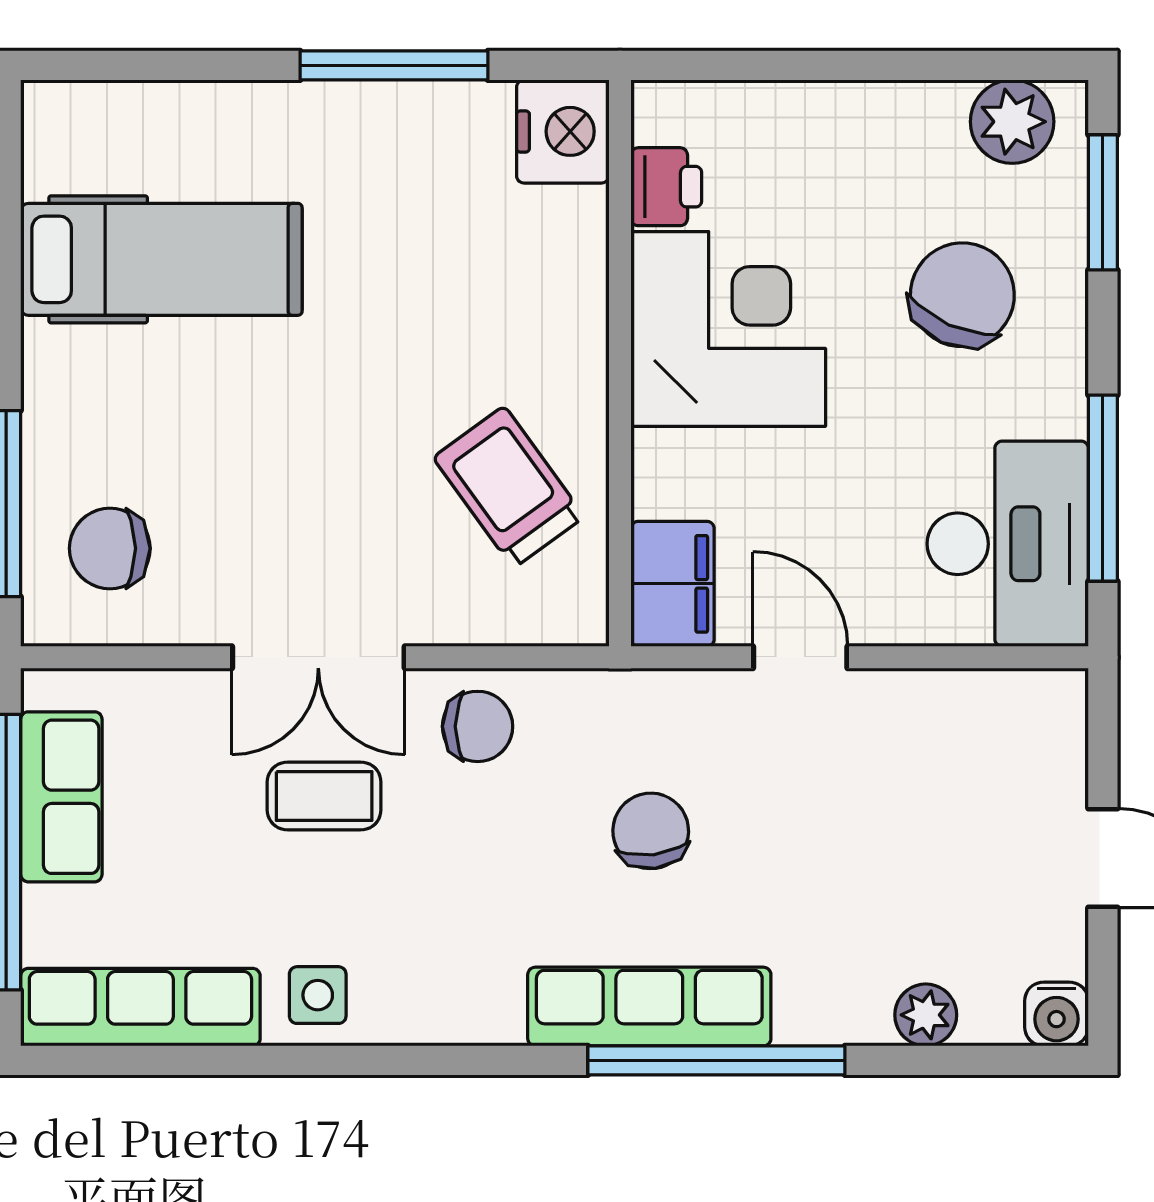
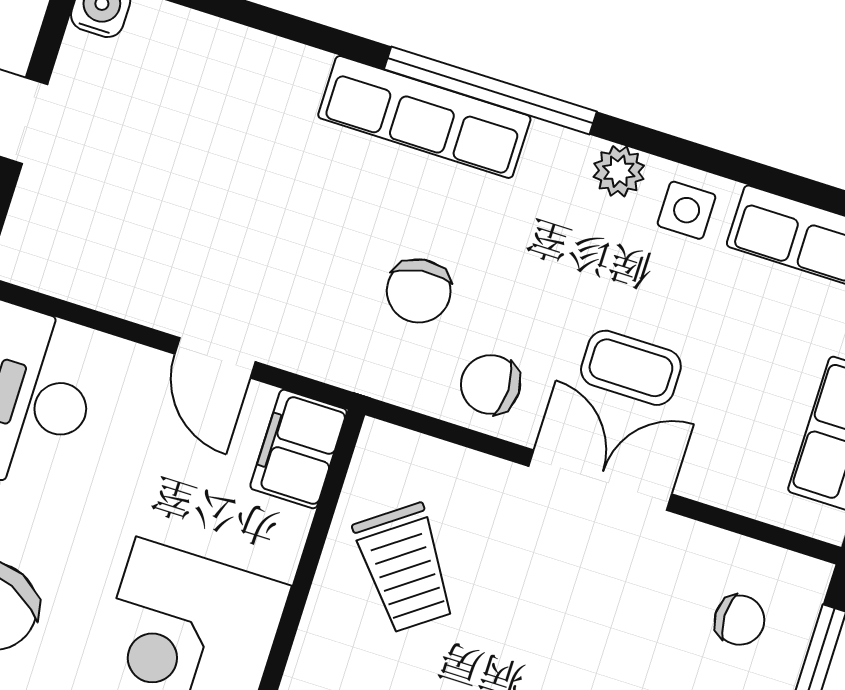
chair: (110, 548) -> (740, 620), width x0.73, depth x0.73
chair: (651, 831) -> (419, 291), moved
plant: (926, 1015) -> (619, 171), moved
window: (716, 1060) -> (490, 90), moved

